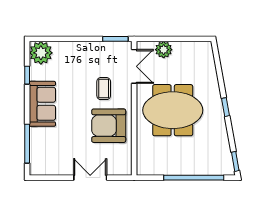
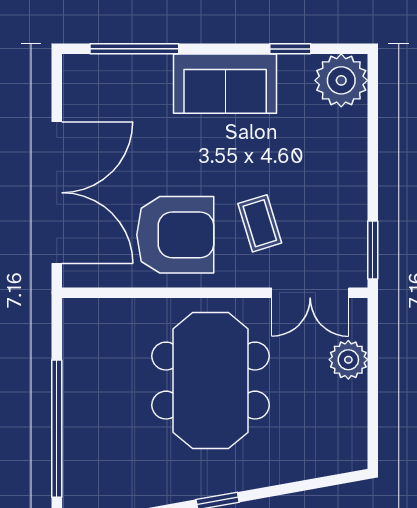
coffee table: (104, 89) -> (260, 223), turned 73
armchair: (109, 126) -> (175, 235), turned 90
double door: (90, 178) -> (57, 193), width x1.87

